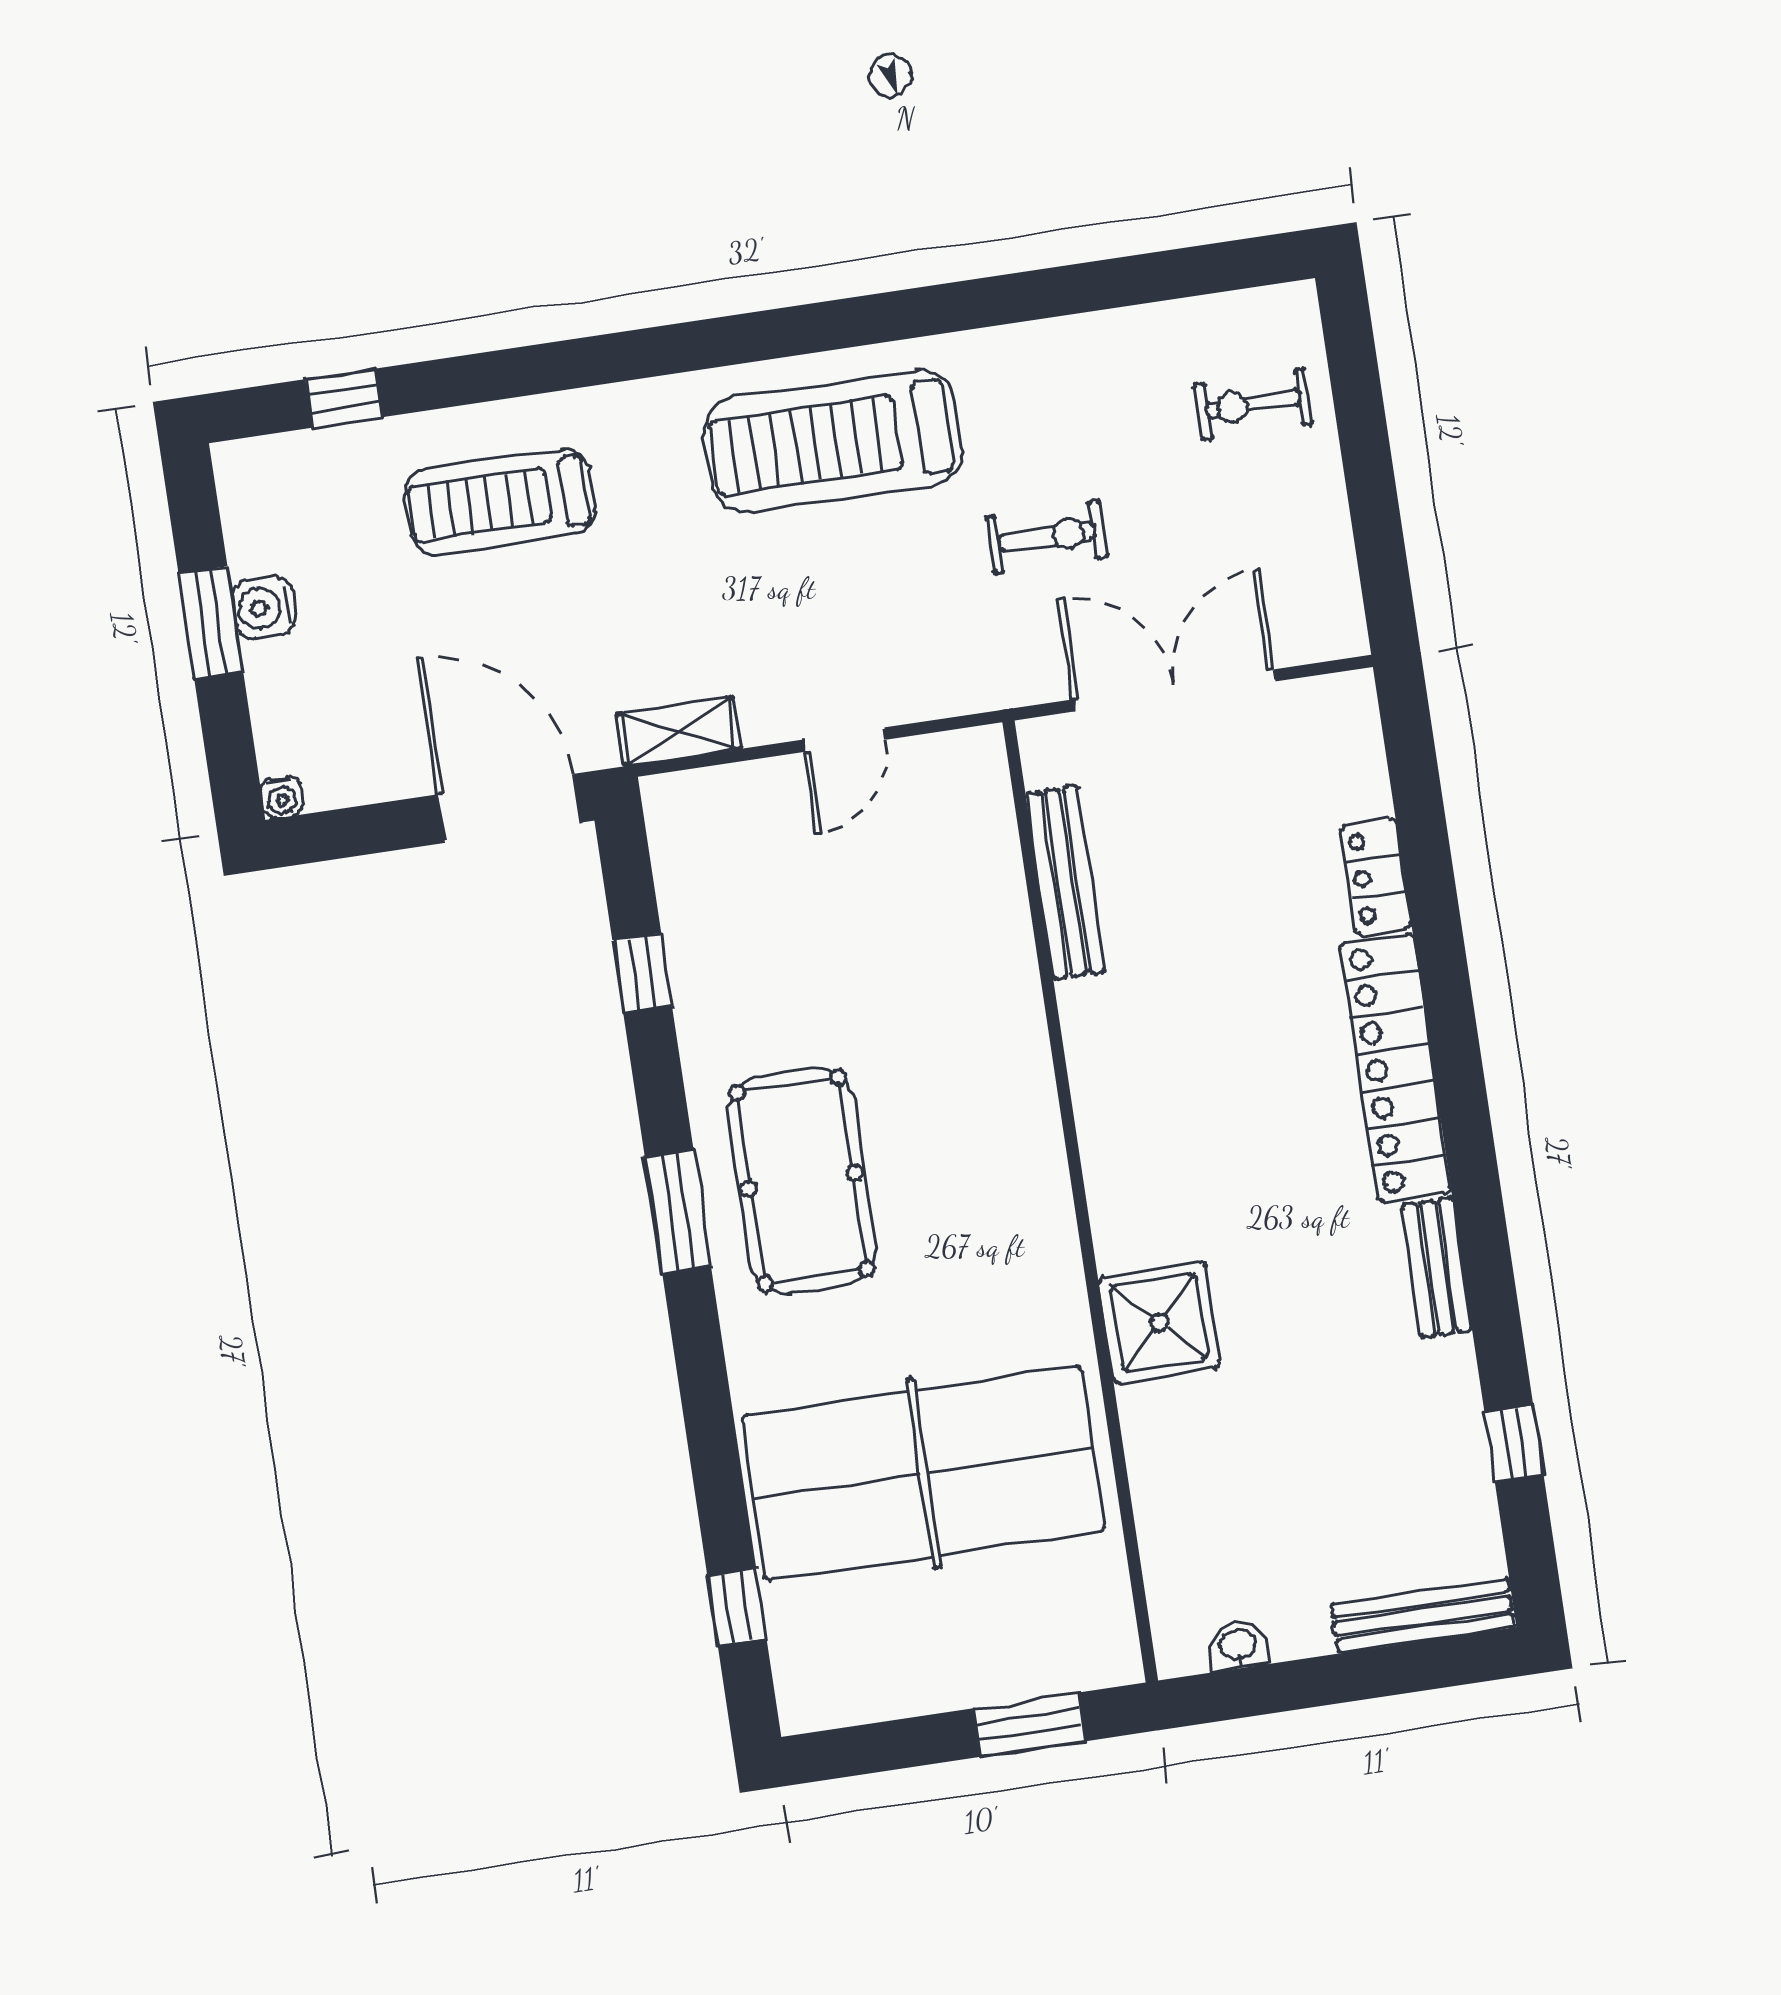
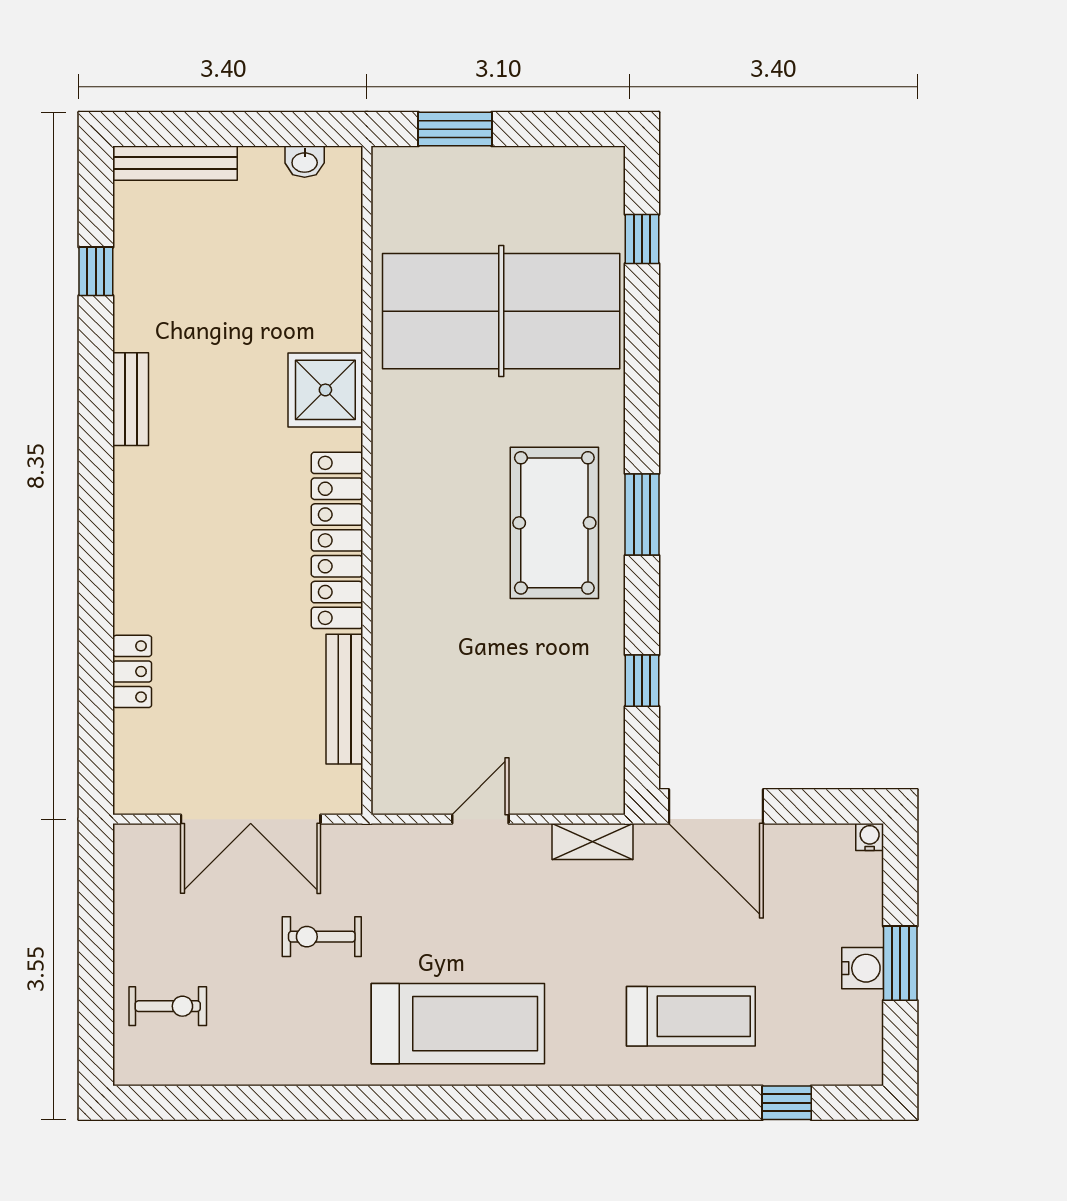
locker: (1395, 1068) -> (337, 540), moved, turned 180

